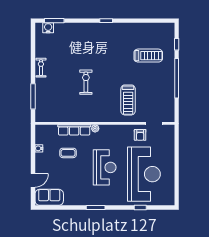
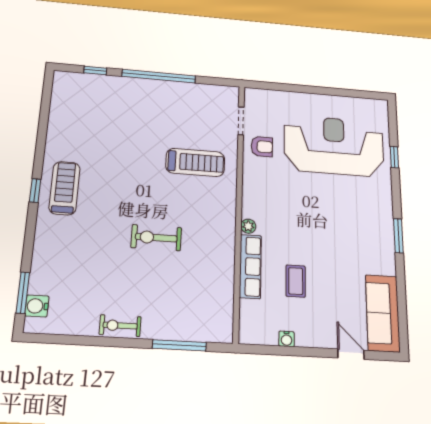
treadmill: (148, 56) -> (65, 188), moved
reception desk: (105, 167) -> (323, 214), removed
sofa: (49, 197) -> (383, 313), width x1.36

